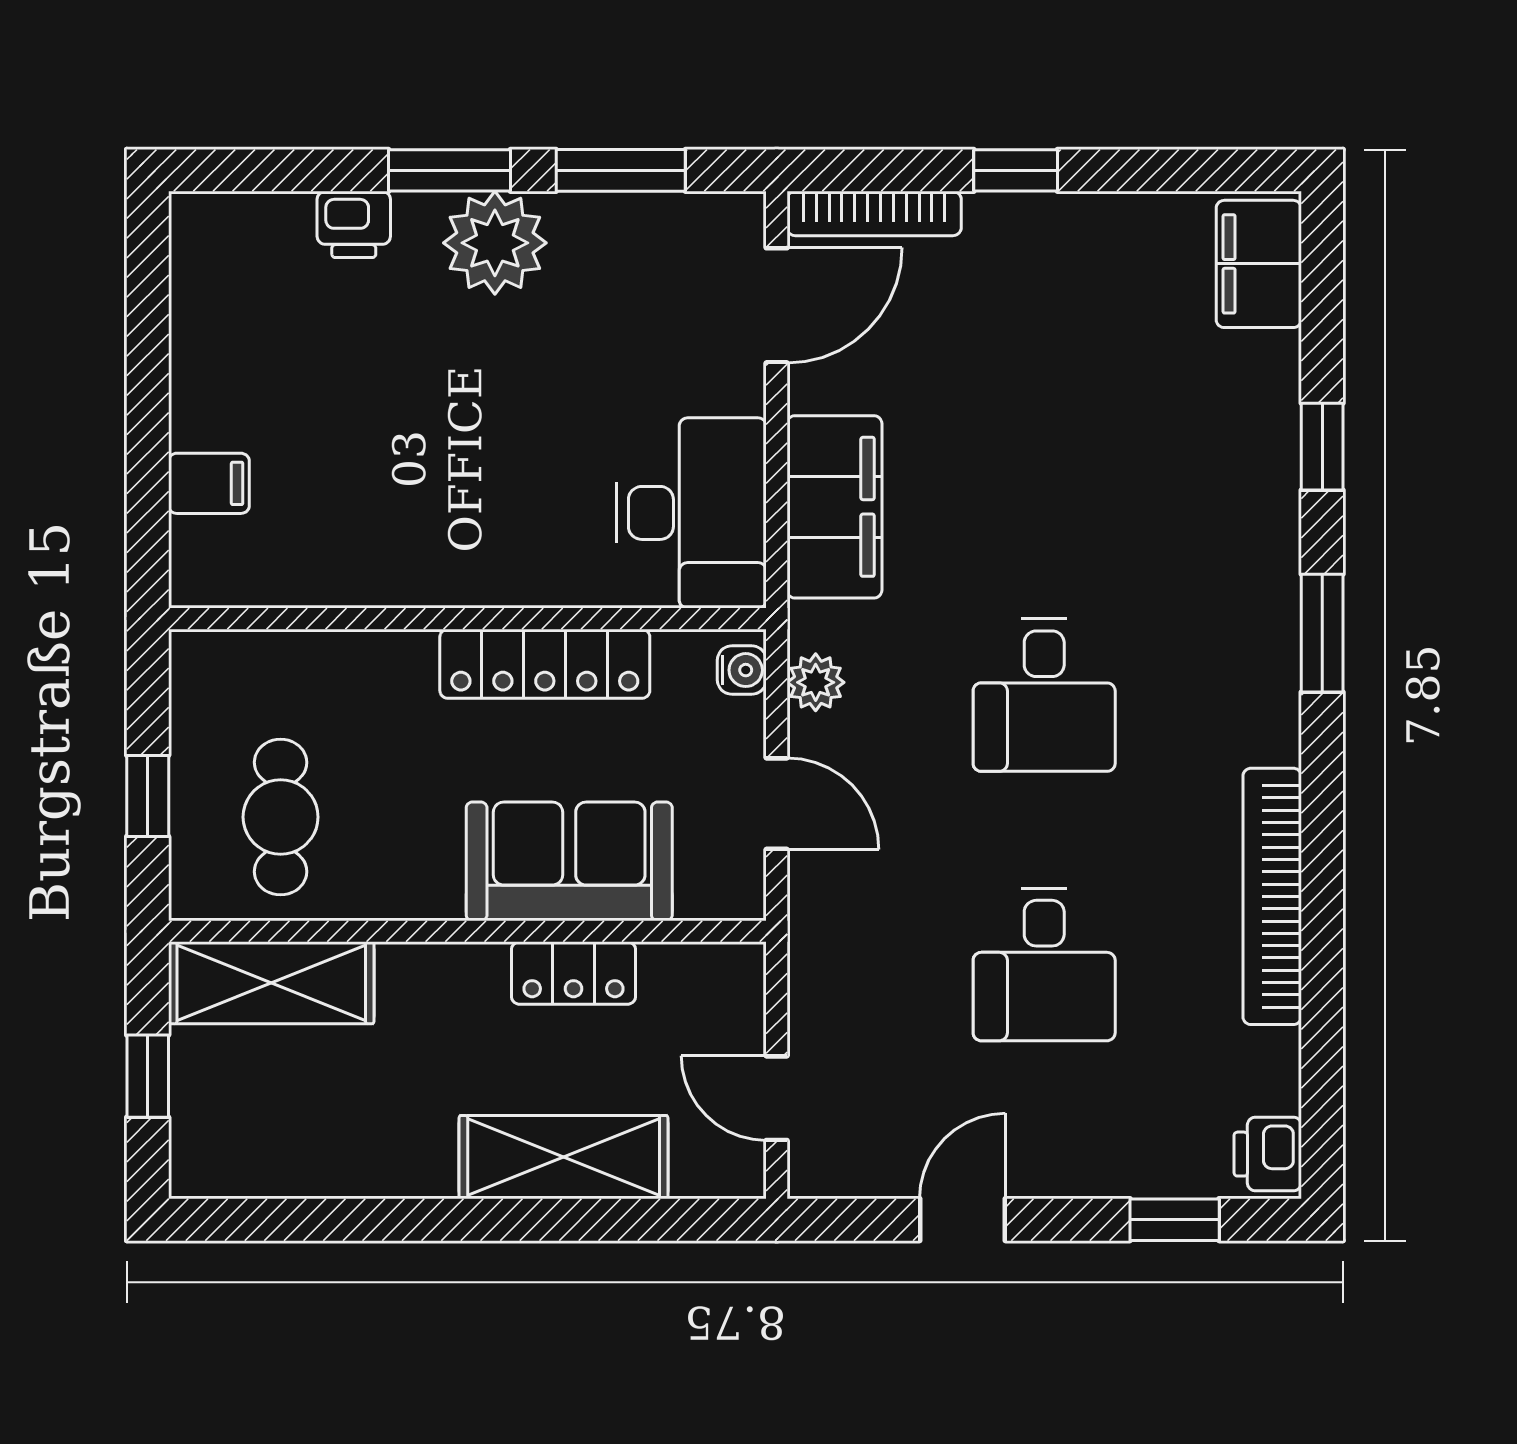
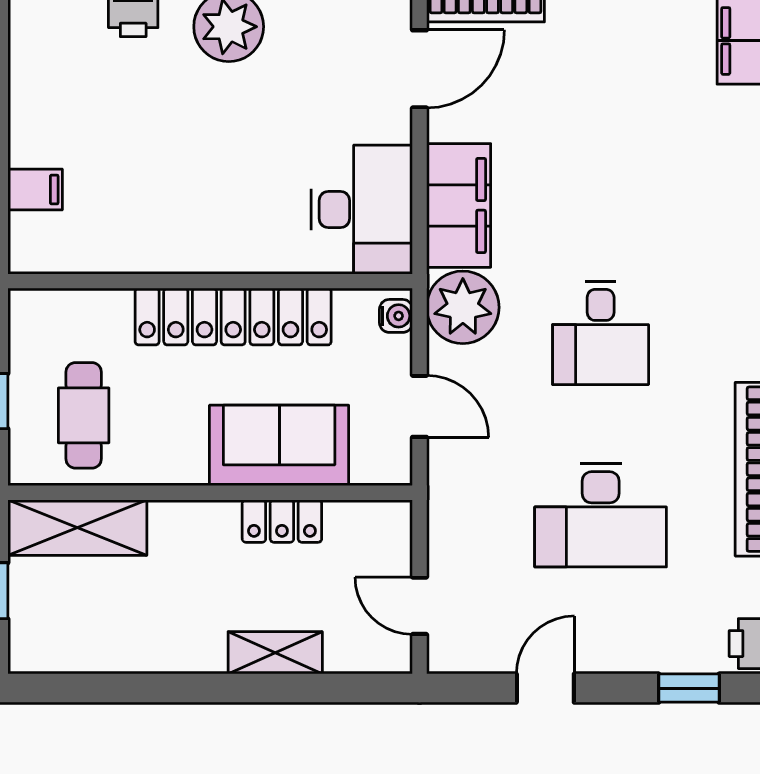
locker: (545, 664) -> (233, 317), width x1.41, depth x1.21
plant: (816, 682) -> (463, 307), width x1.88, depth x1.88
desk: (1044, 964) -> (601, 515), width x1.37
shelving: (564, 1157) -> (275, 653), width x0.67, depth x0.75

